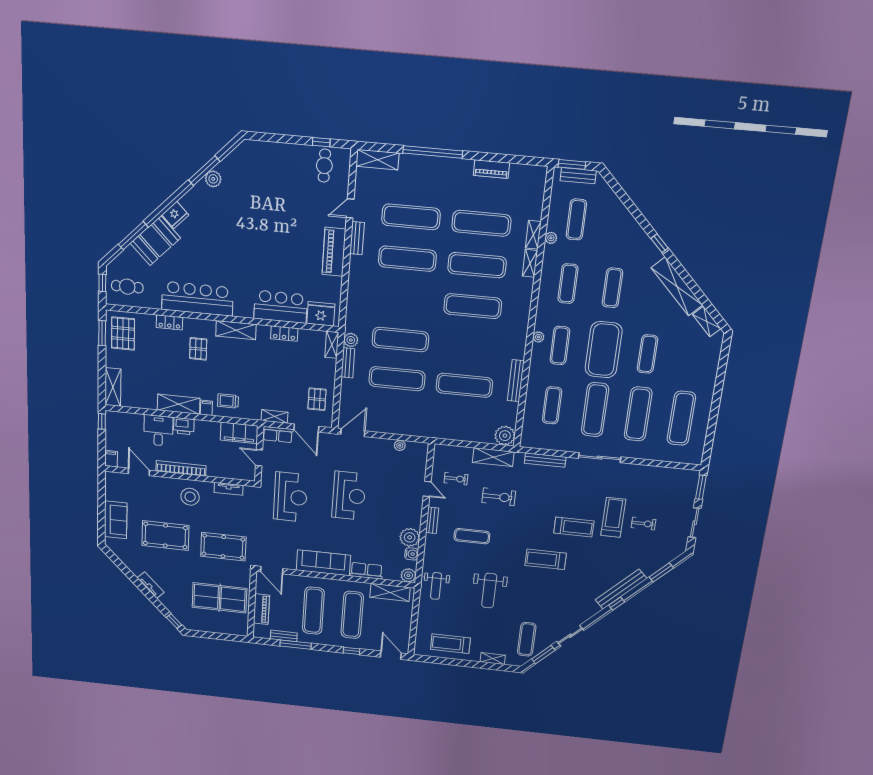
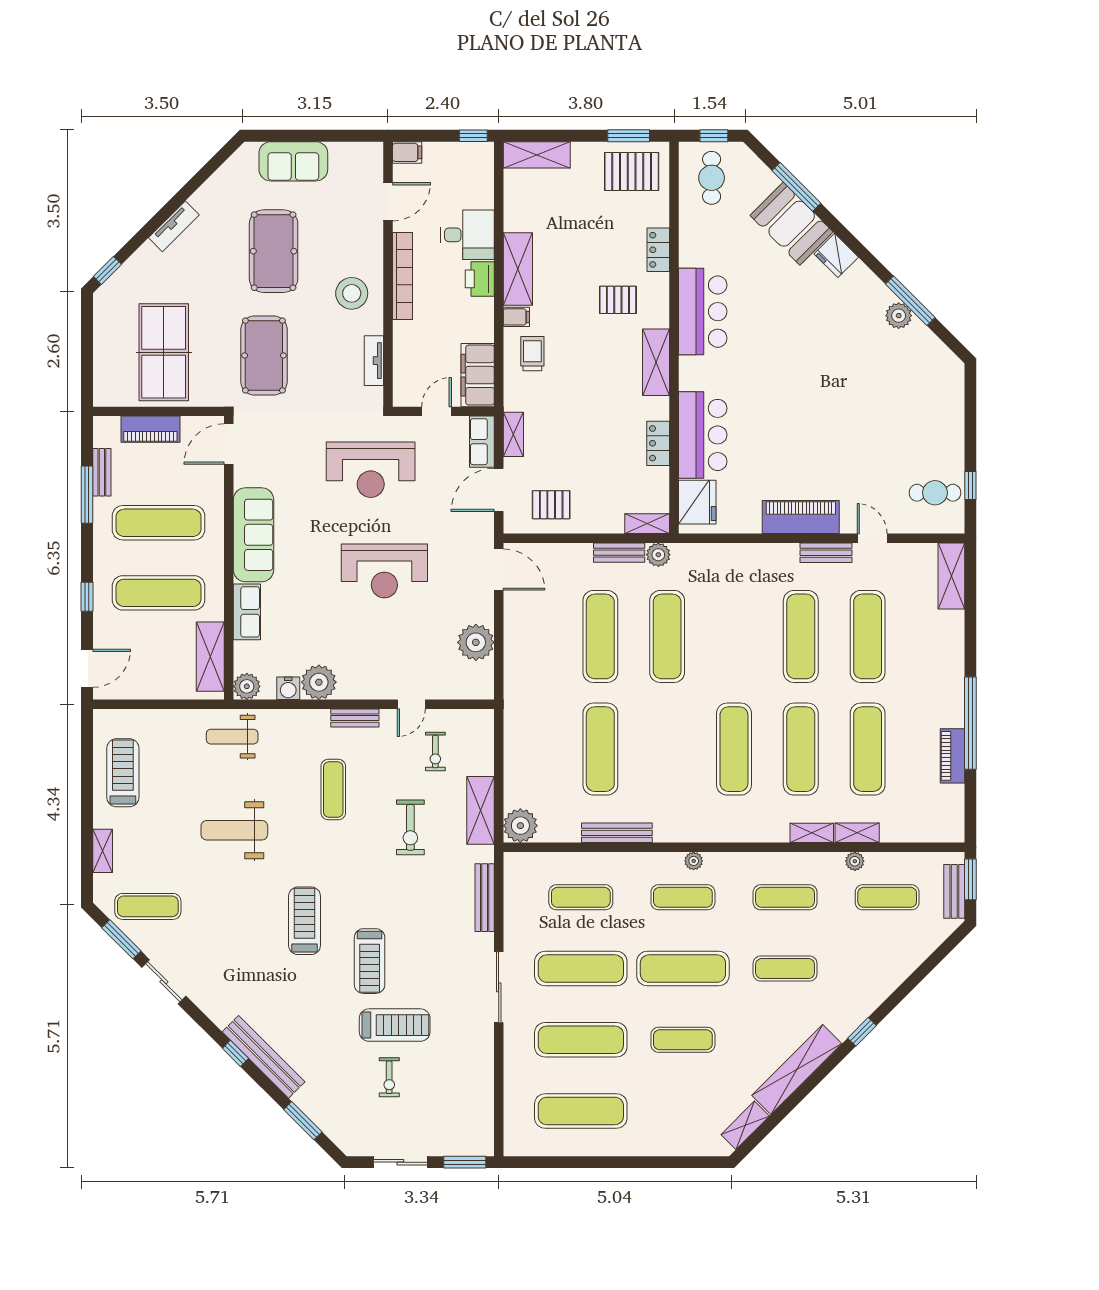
window: (433, 152) -> (970, 723), moved
bar counter: (197, 299) -> (703, 312), width x0.73
exercise mat: (604, 350) -> (683, 969), width x0.68
plant: (400, 445) -> (476, 642), width x1.87, depth x1.87

